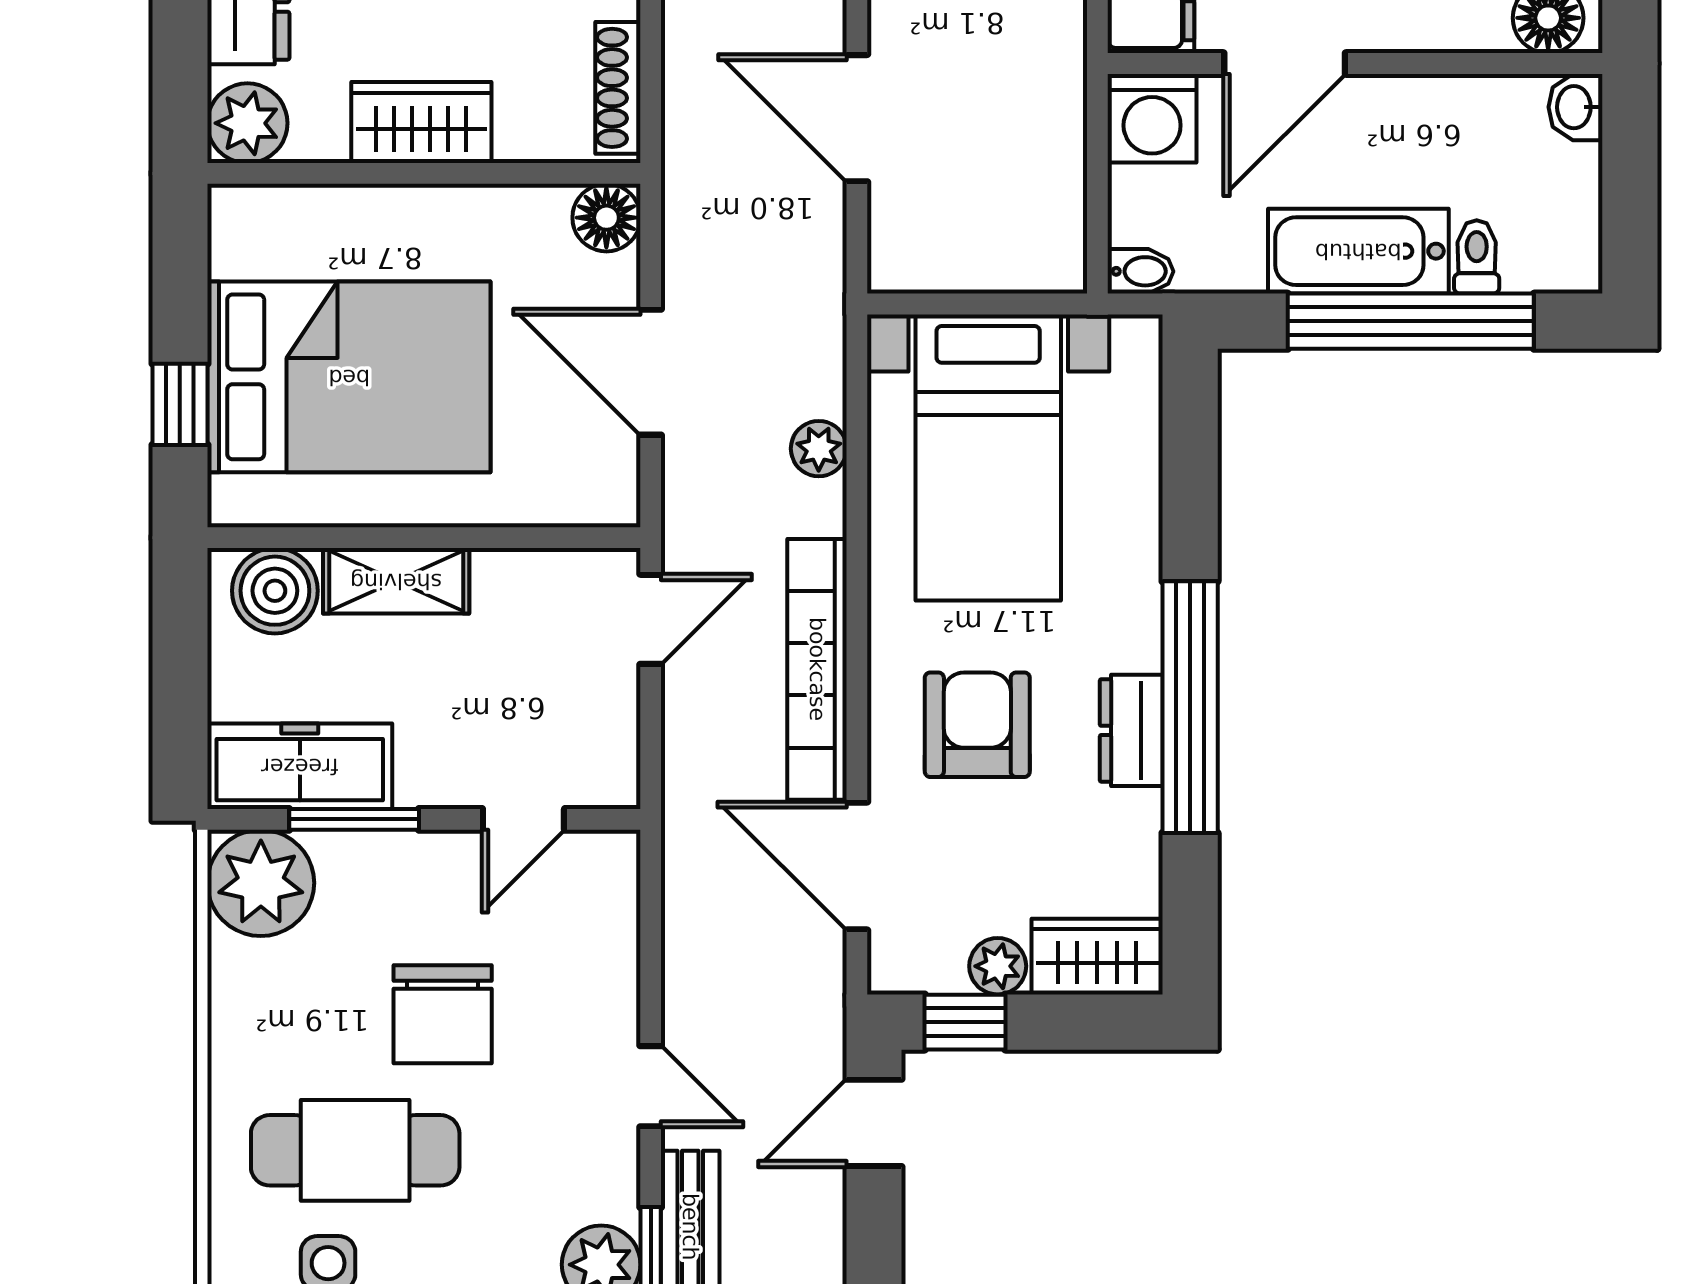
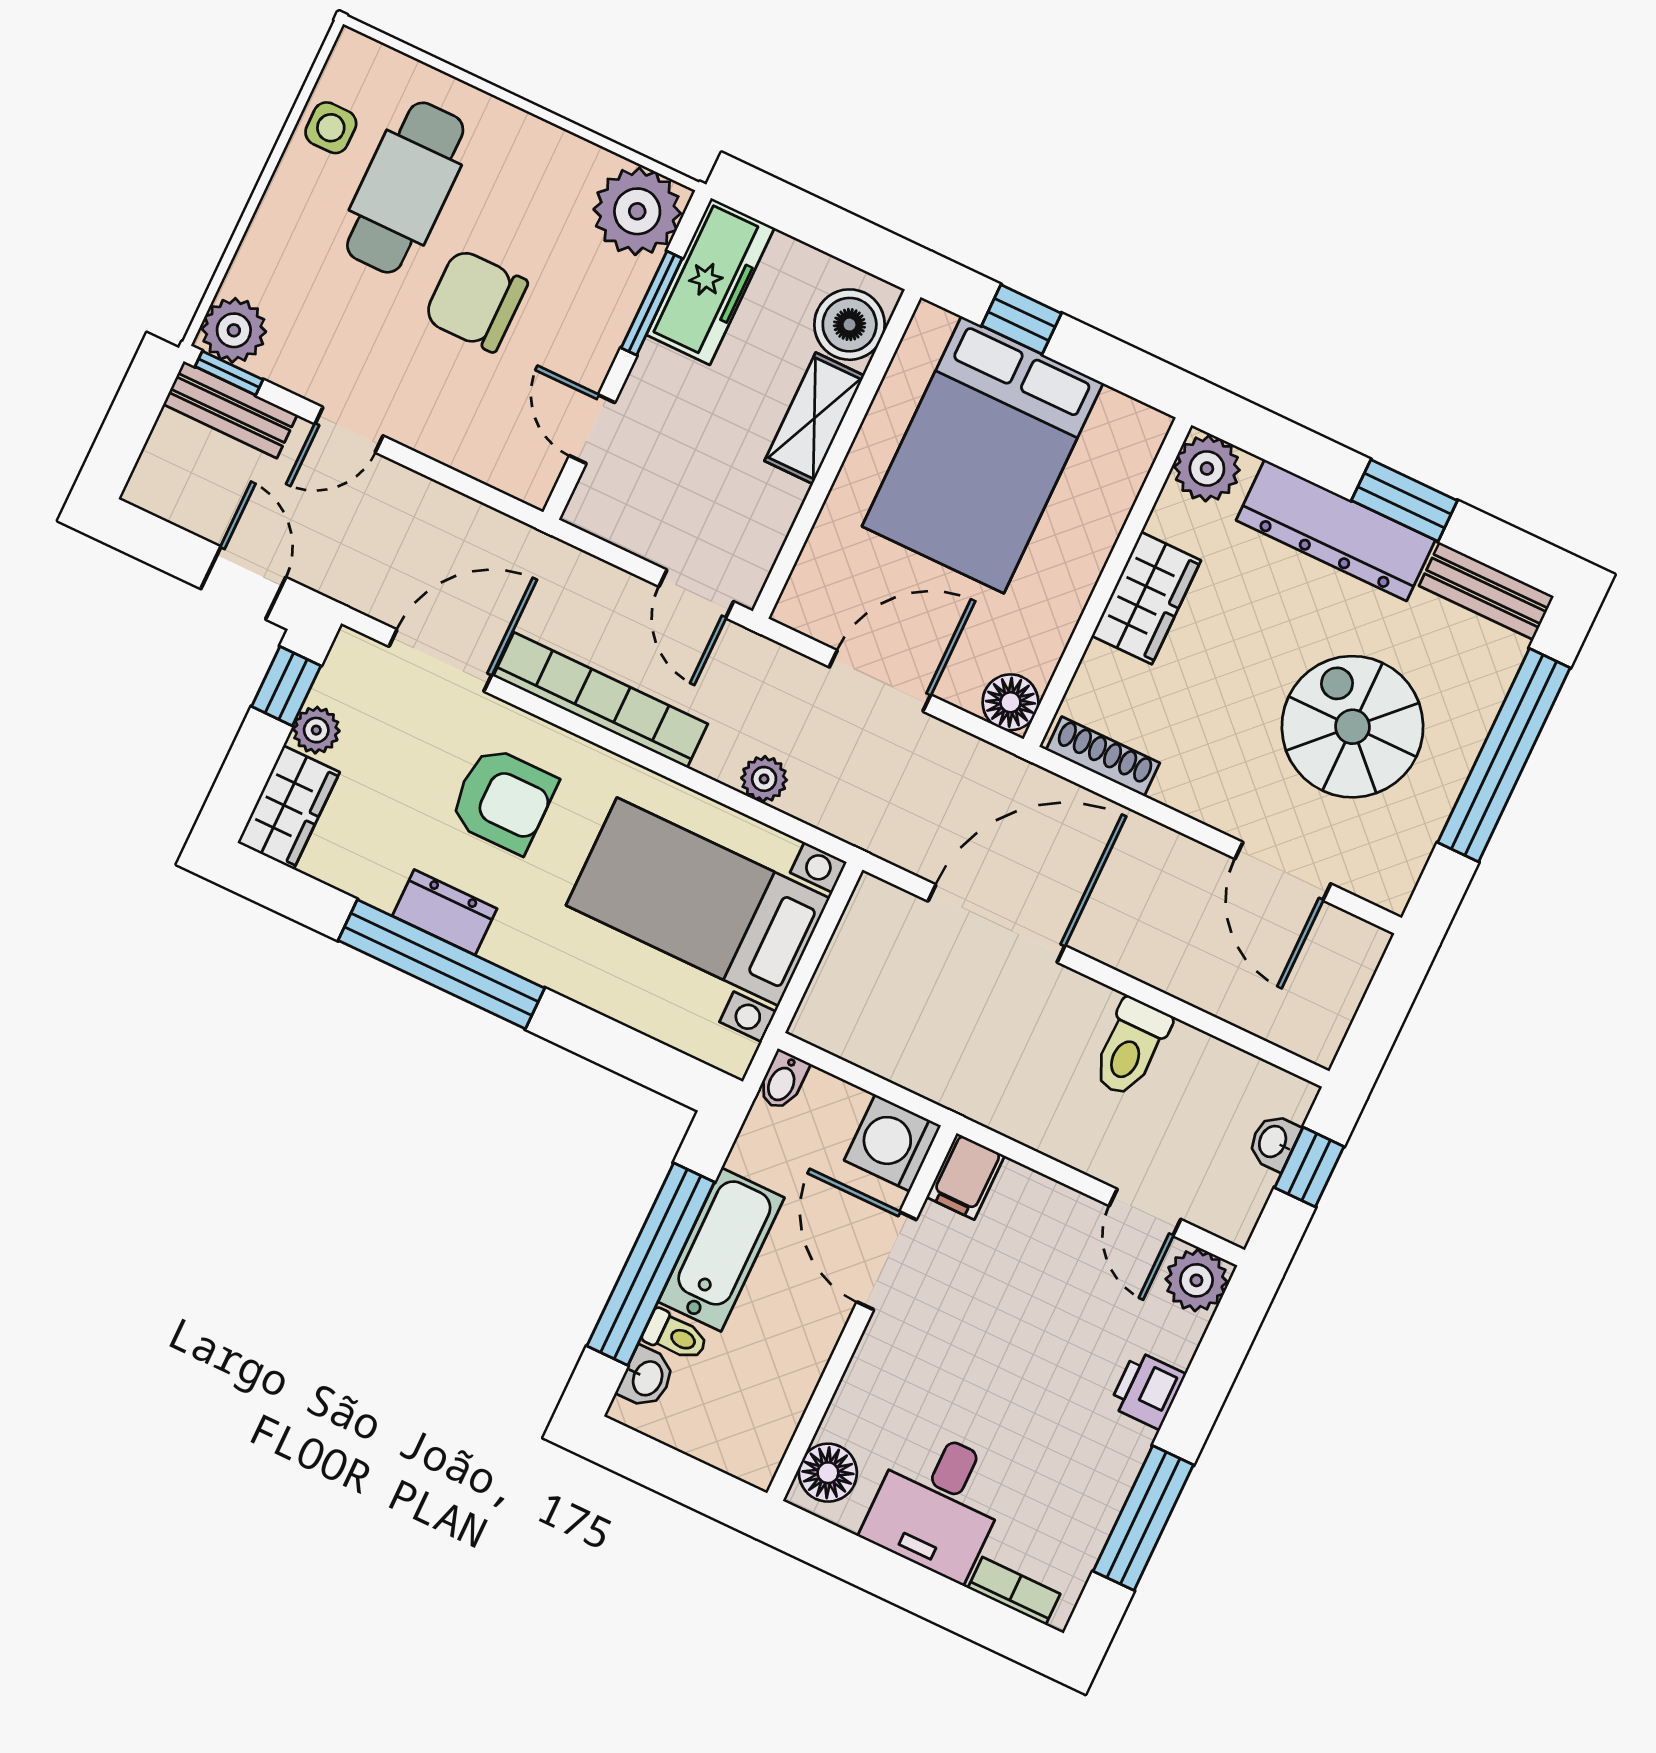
washbasin: (1575, 107) -> (646, 1378), moved, turned 90
door: (857, 118) -> (996, 923), width x1.36

